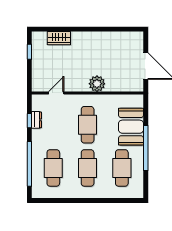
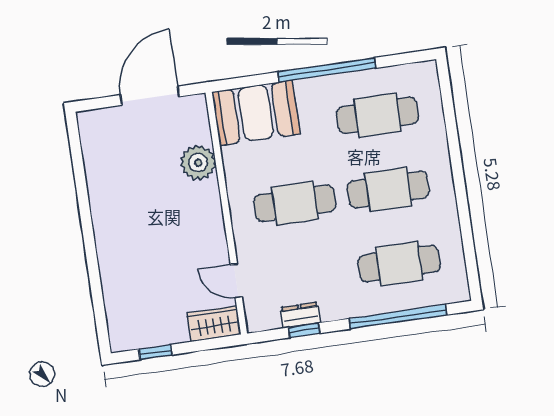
wardrobe: (59, 38) -> (214, 324), moved, turned -90
plant: (97, 84) -> (198, 163), moved
booth: (131, 127) -> (256, 113), moved

